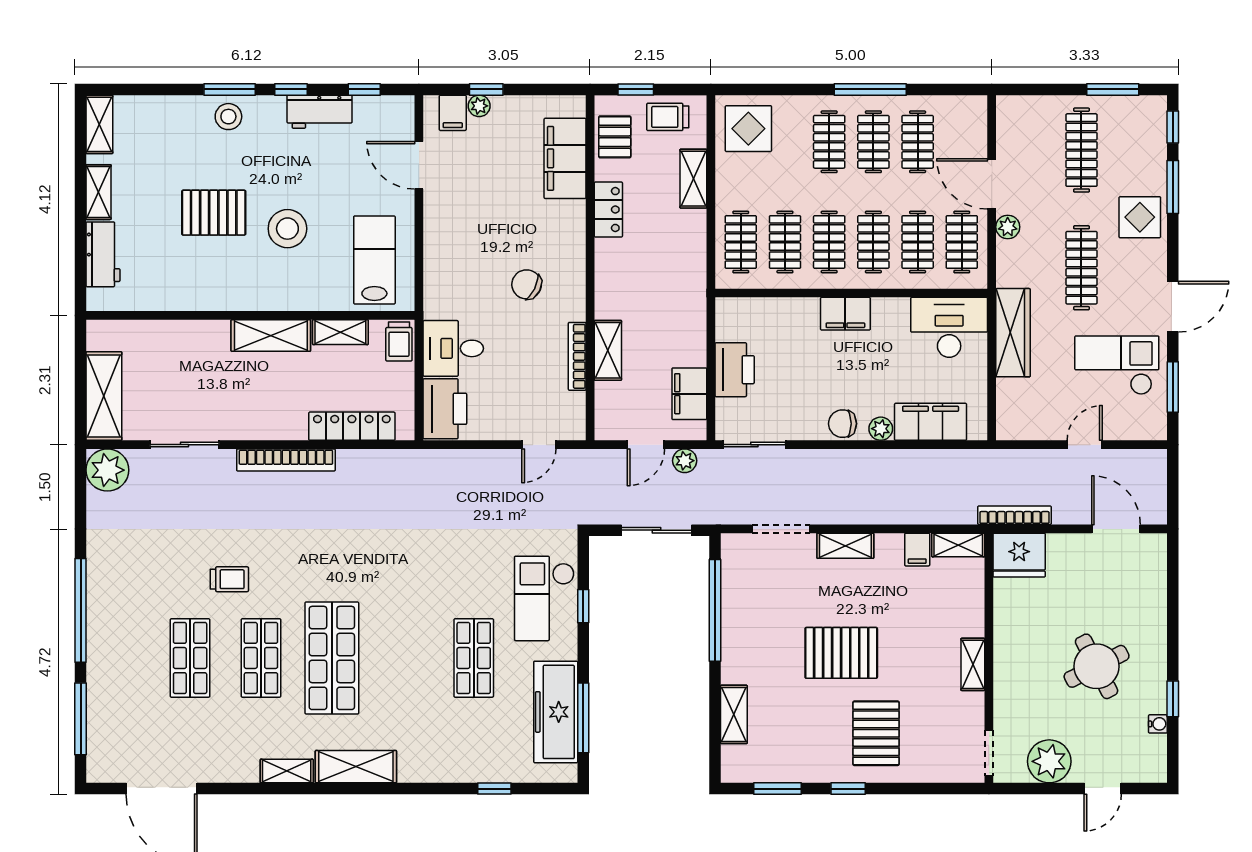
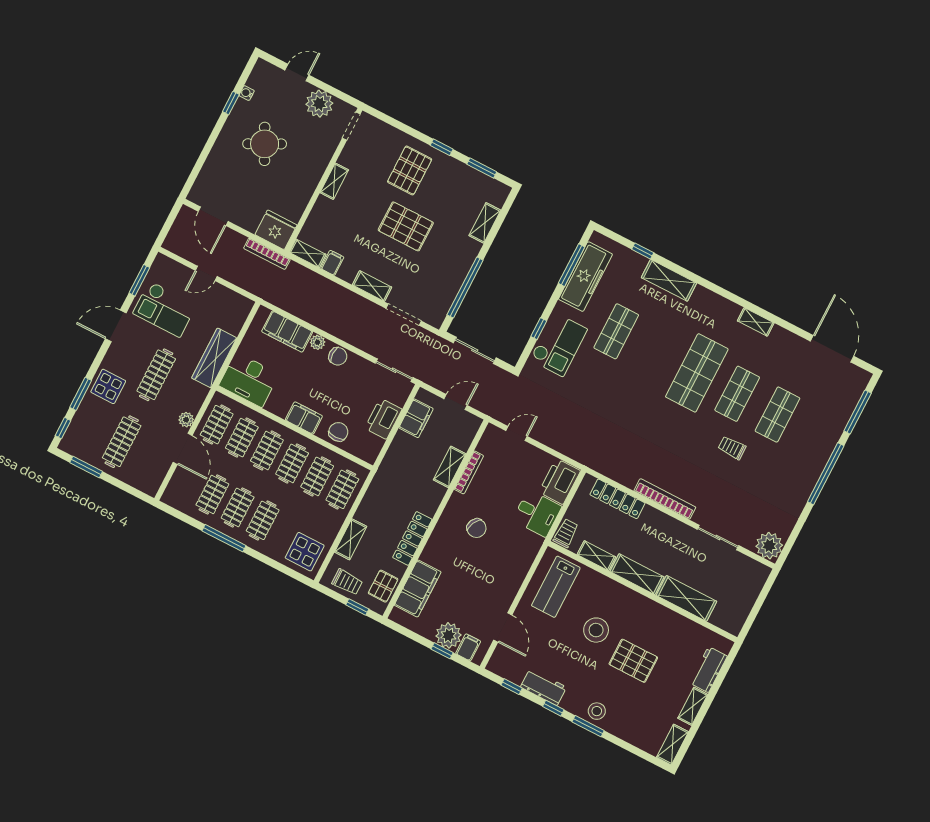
plant: (479, 106) -> (449, 635), width x1.88, depth x1.88
locker: (608, 210) -> (412, 538), width x1.53
chair: (788, 319) -> (338, 432), added
shelving: (104, 396) -> (686, 598), moved, turned 90
plant: (685, 461) -> (438, 382), removed
shelving: (356, 767) -> (669, 280), moved

